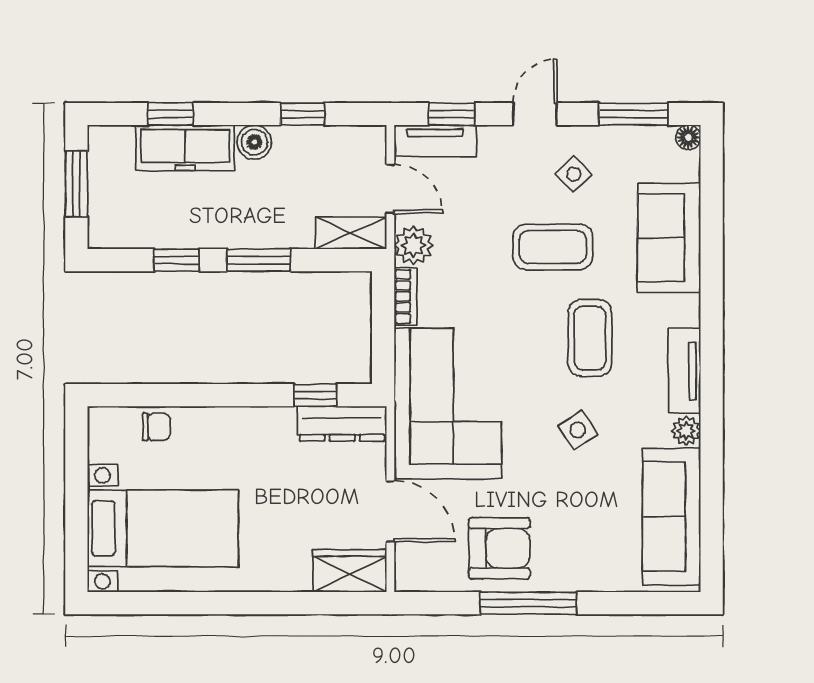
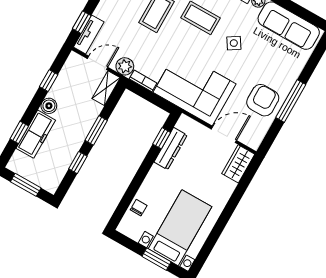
dresser: (342, 424) -> (171, 149), moved
window: (76, 518) -> (156, 259), added

